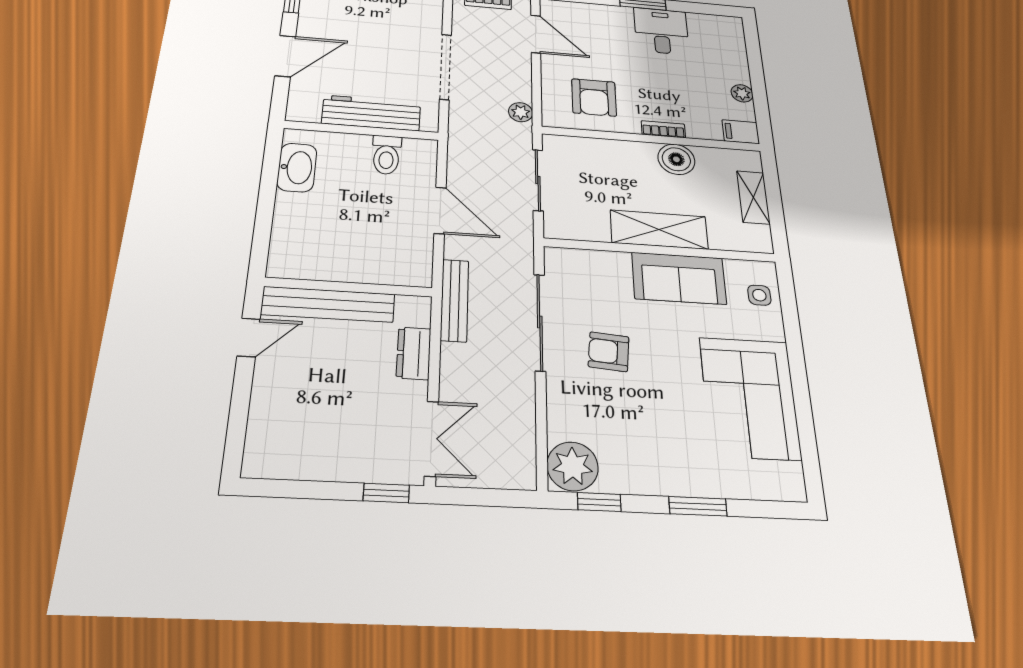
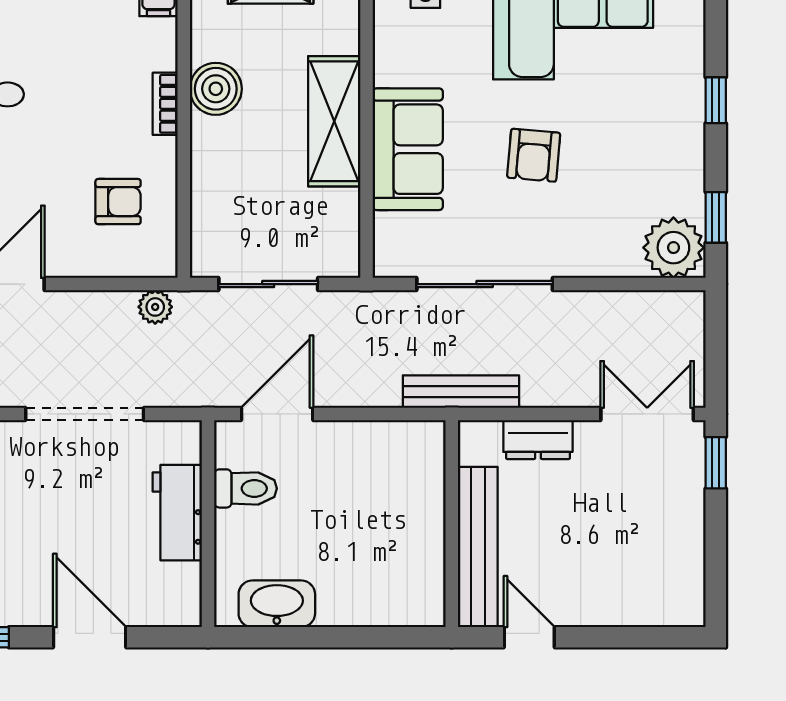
armchair: (594, 97) -> (118, 202), width x0.72, depth x0.72
workbench: (371, 113) -> (177, 513), width x0.73
door: (440, 210) -> (277, 414), moved
sofa: (679, 278) -> (408, 149), moved
armchair: (609, 352) -> (534, 155), moved
window: (698, 506) -> (716, 100), width x0.67

